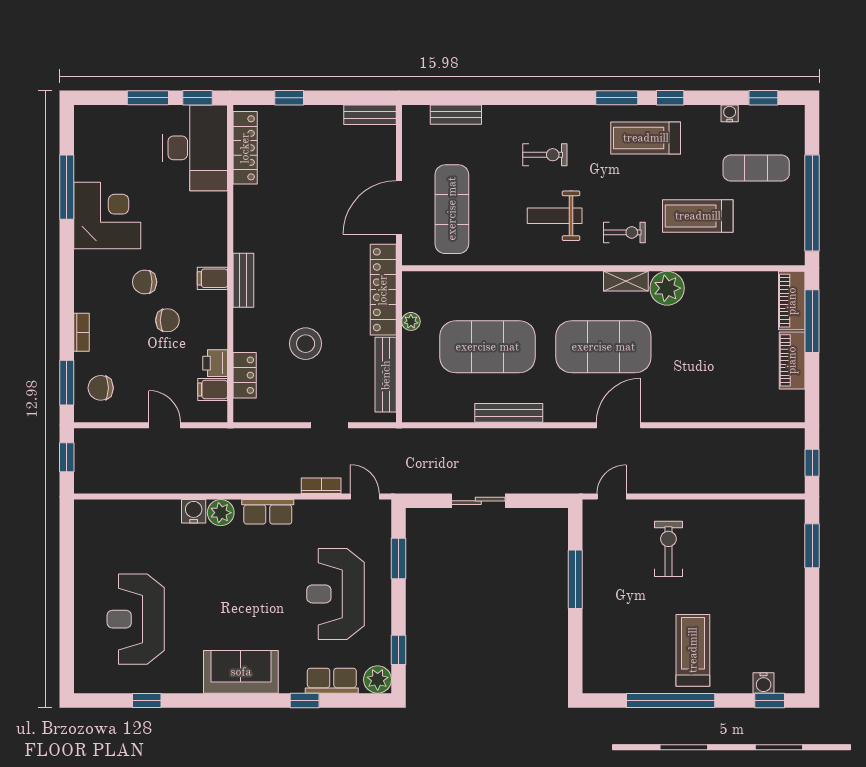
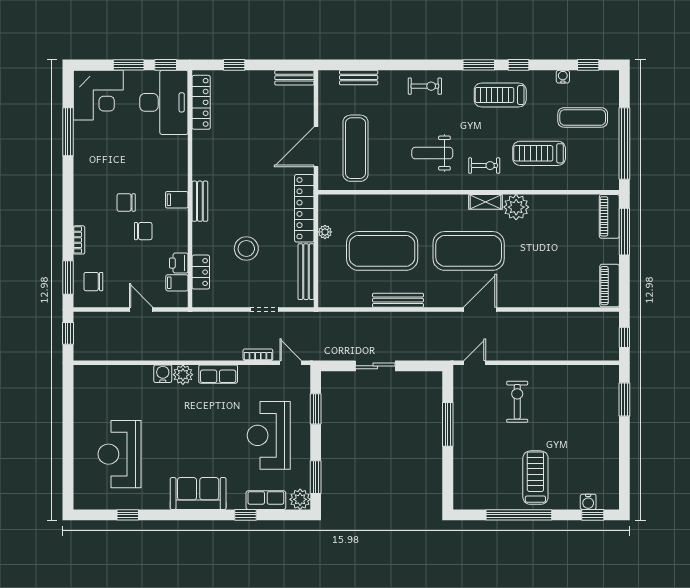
exercise bike: (545, 155) -> (425, 86), moved
corner desk: (107, 215) -> (98, 95), moved, turned 90
piano: (792, 360) -> (610, 286), moved
window: (398, 650) -> (316, 477), width x1.50

